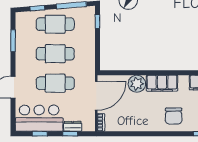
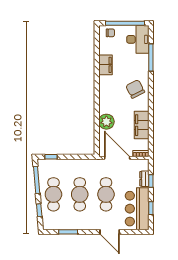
filing cabinet: (162, 83) -> (142, 125), moved, turned 180
chair: (174, 116) -> (135, 89), turned -117

